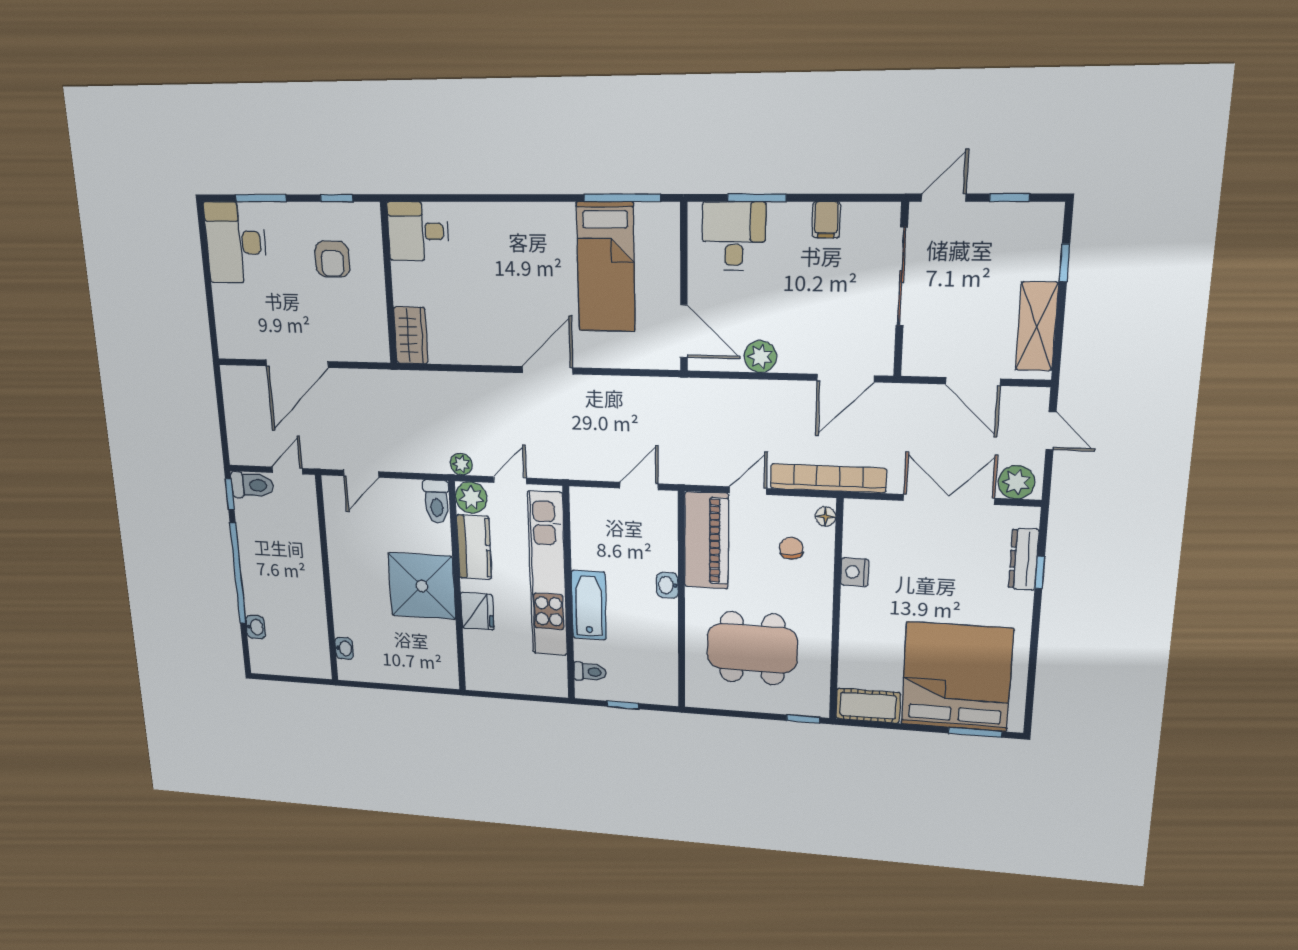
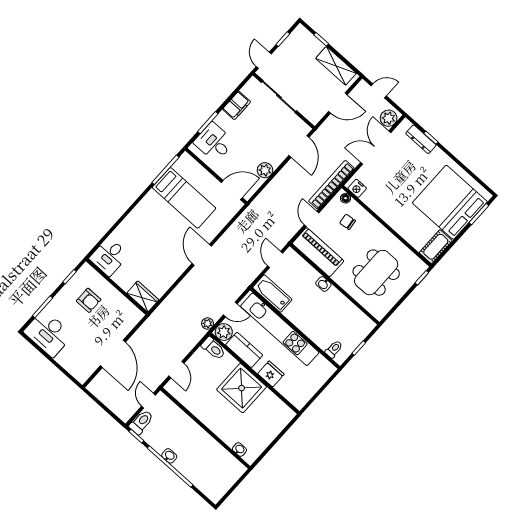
filing cabinet: (826, 220) -> (237, 105), width x2.00
door: (510, 480) -> (230, 309), swing flipped
nightstand: (855, 572) -> (357, 188), moved
bathtub: (589, 605) -> (272, 294), moved
washbasin: (255, 627) -> (169, 456), moved

